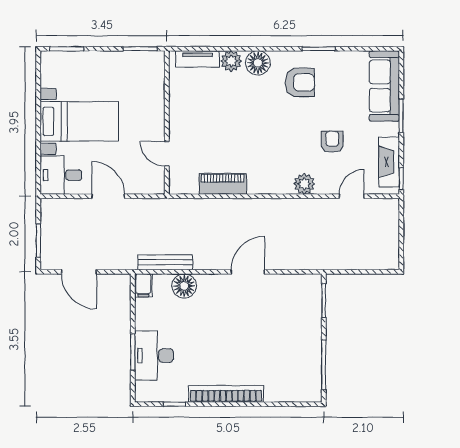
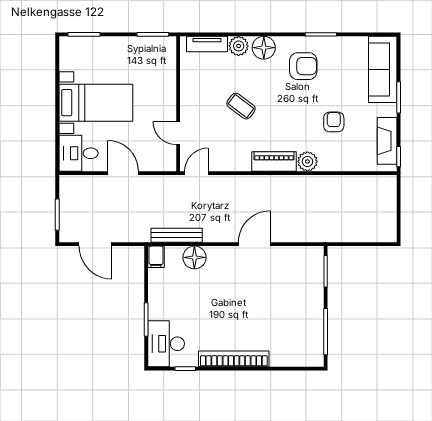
coffee table: (234, 125) -> (241, 106), added
piano: (223, 184) -> (274, 161), moved
door: (352, 196) -> (196, 173), moved
desk: (154, 356) -> (166, 344), moved

